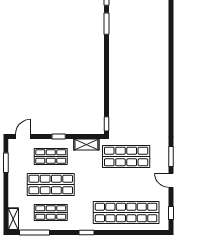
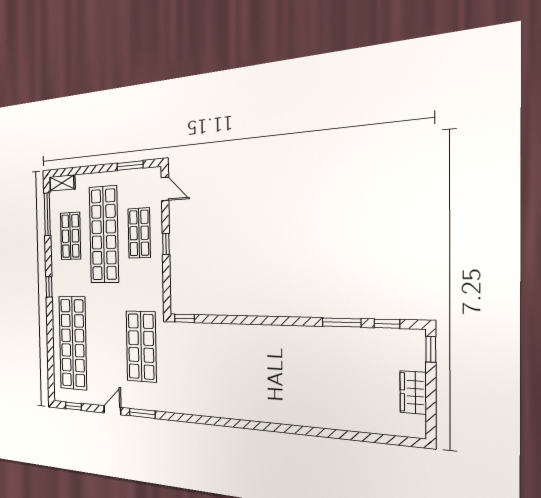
shelving: (86, 144) -> (156, 287), removed
shop shelf: (51, 185) -> (104, 235), width x1.40

